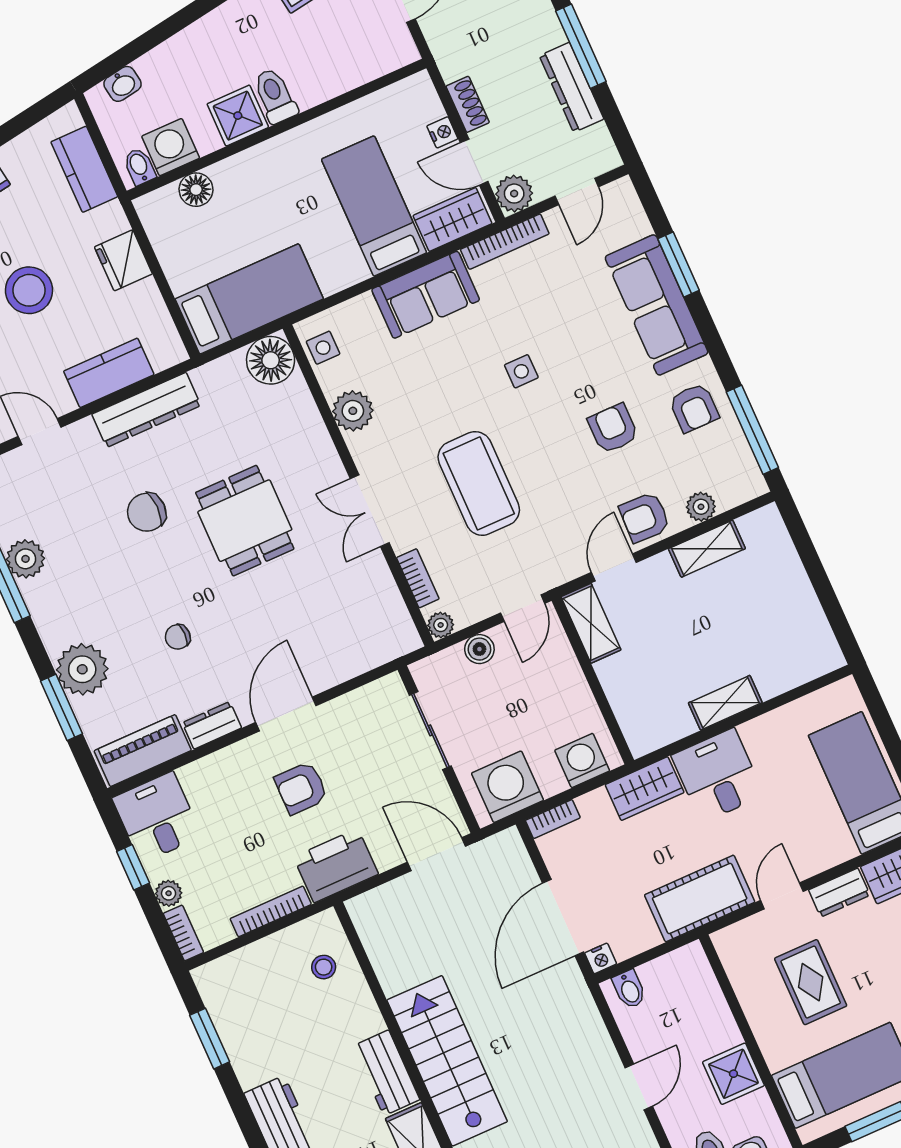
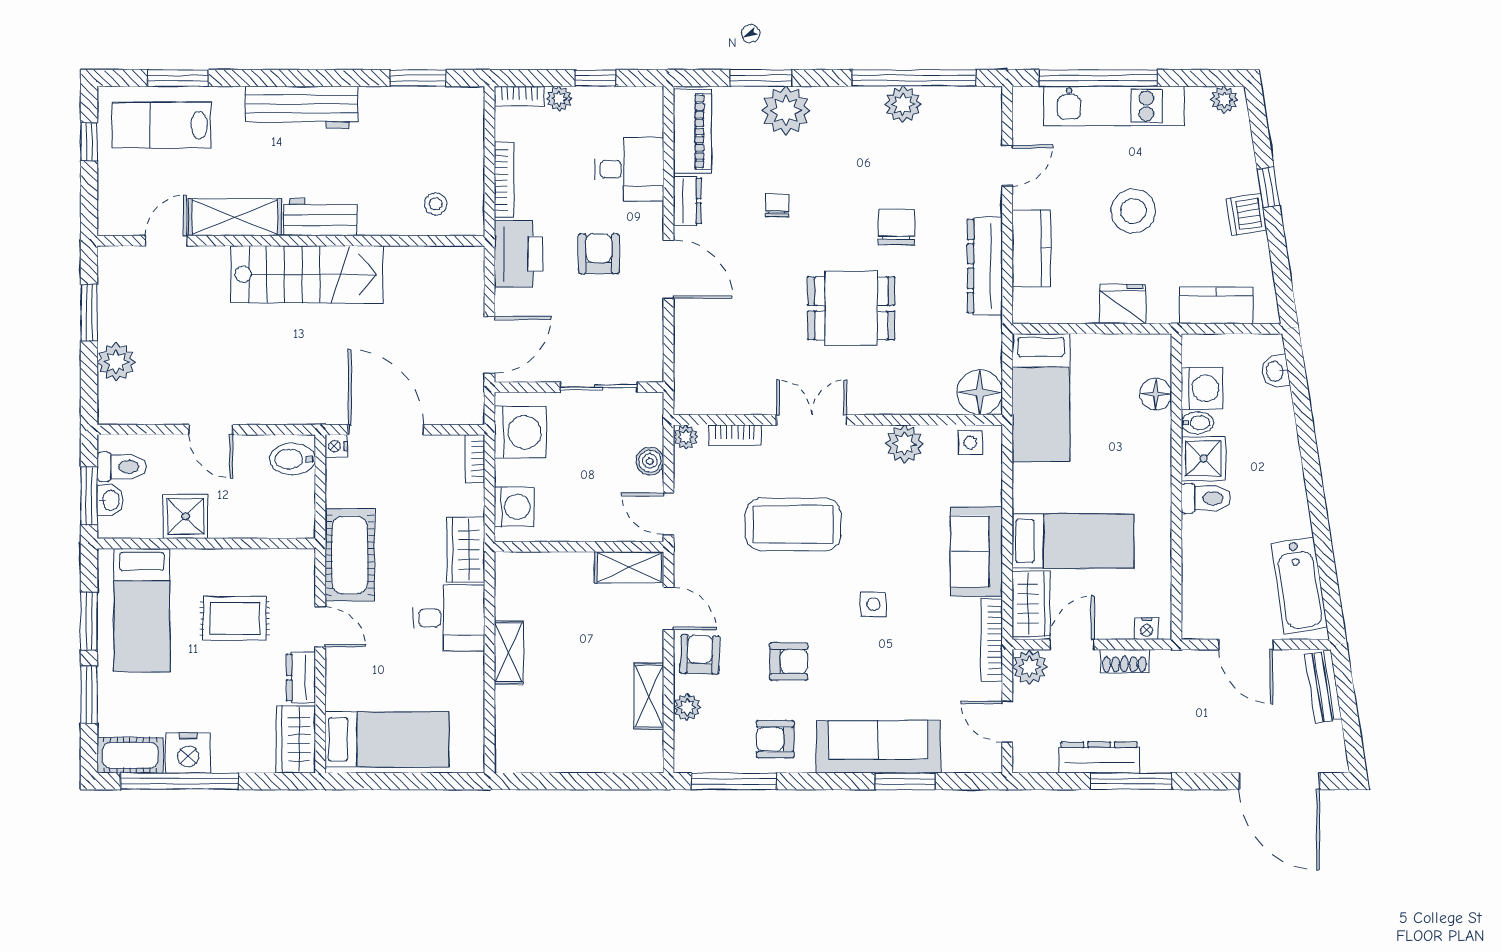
nightstand: (442, 132) -> (1147, 629), moved
bidet: (139, 166) -> (1198, 423), moved
desk: (157, 817) -> (629, 169), moved
bidet: (629, 989) -> (293, 459), width x1.38, depth x1.36

